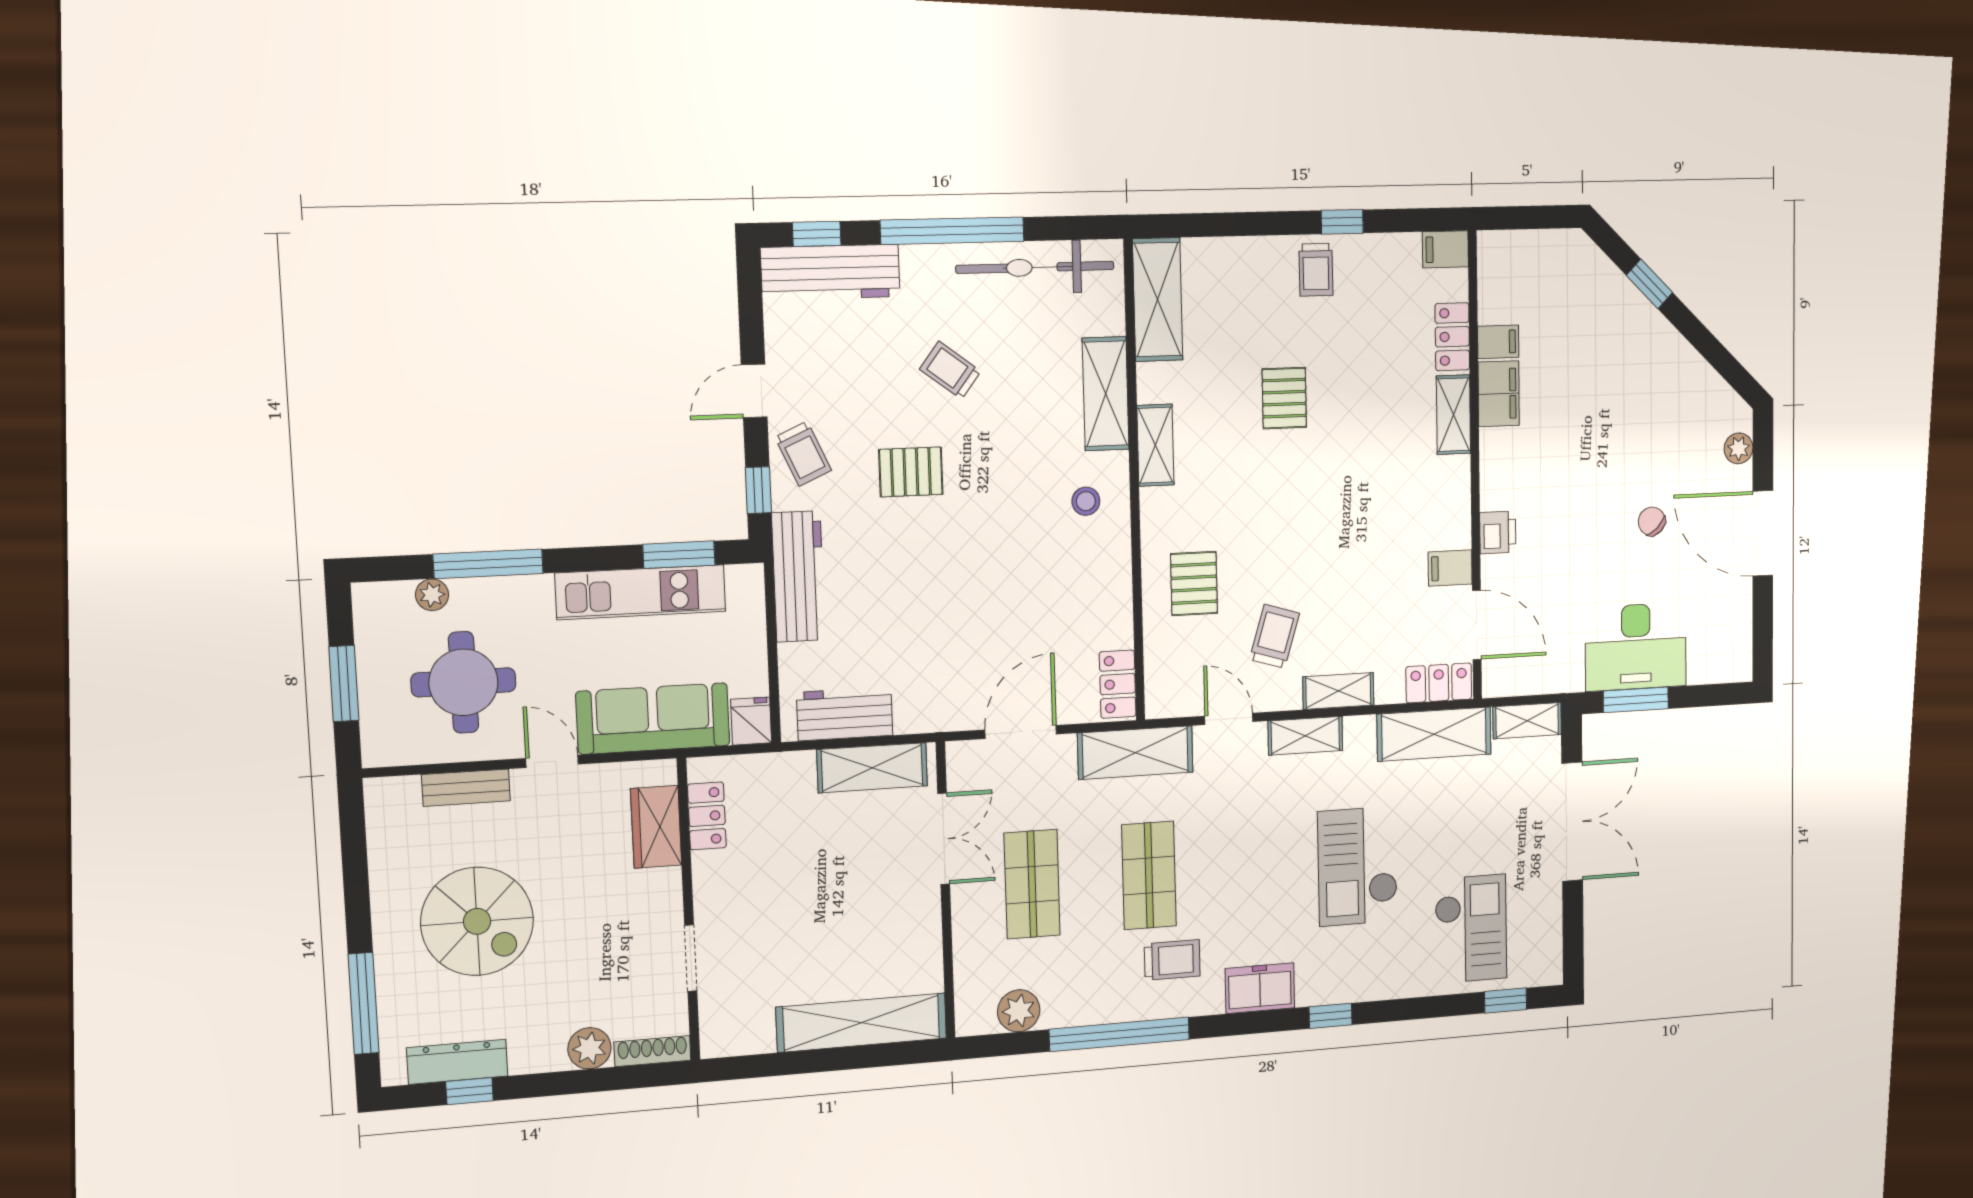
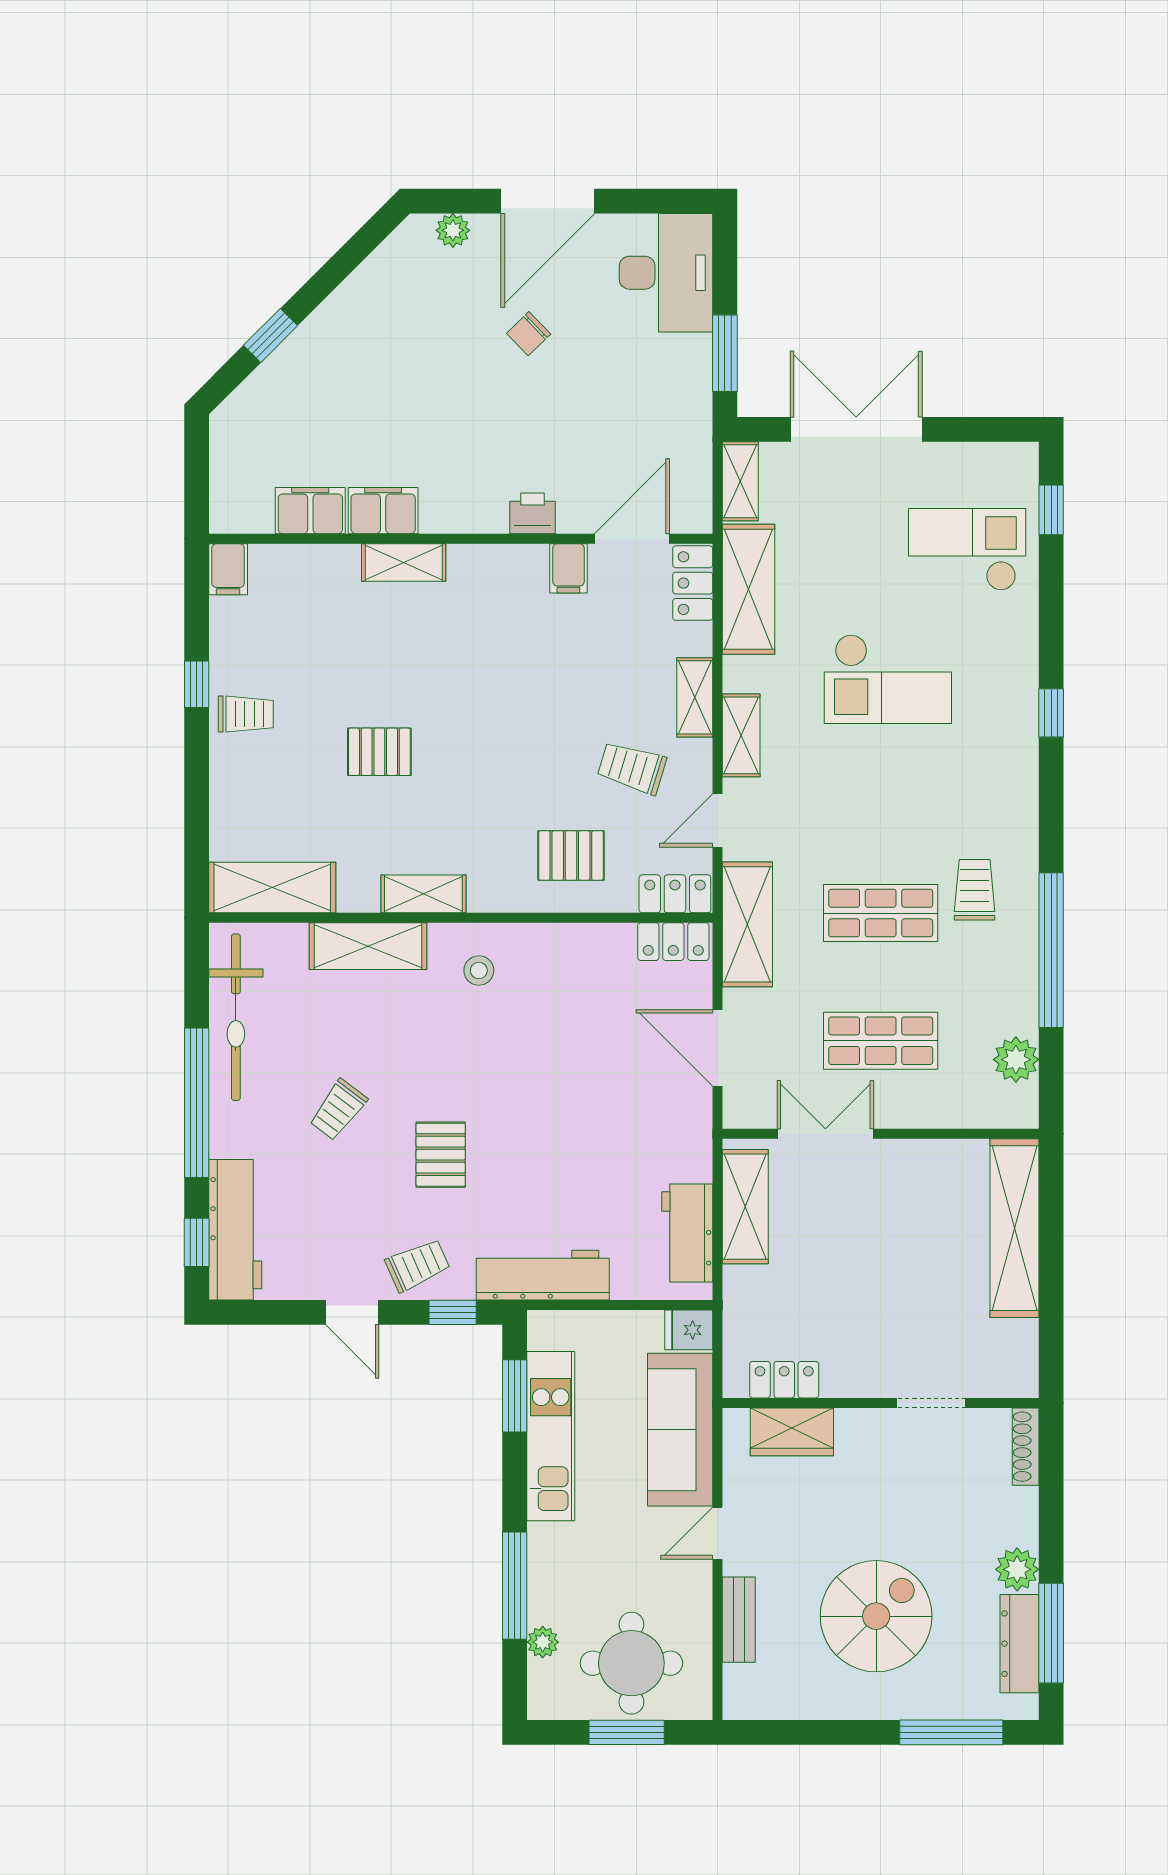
locker: (1452, 337) -> (675, 894), moved, turned 180
filing cabinet: (1498, 342) -> (310, 511), width x2.00
desk: (1636, 647) -> (666, 273), moved
round table: (463, 682) -> (631, 1663), moved
freezer: (1260, 988) -> (1014, 792), removed
plant: (589, 1048) -> (1017, 1569), moved
window: (470, 1091) -> (1051, 1633), width x2.17

